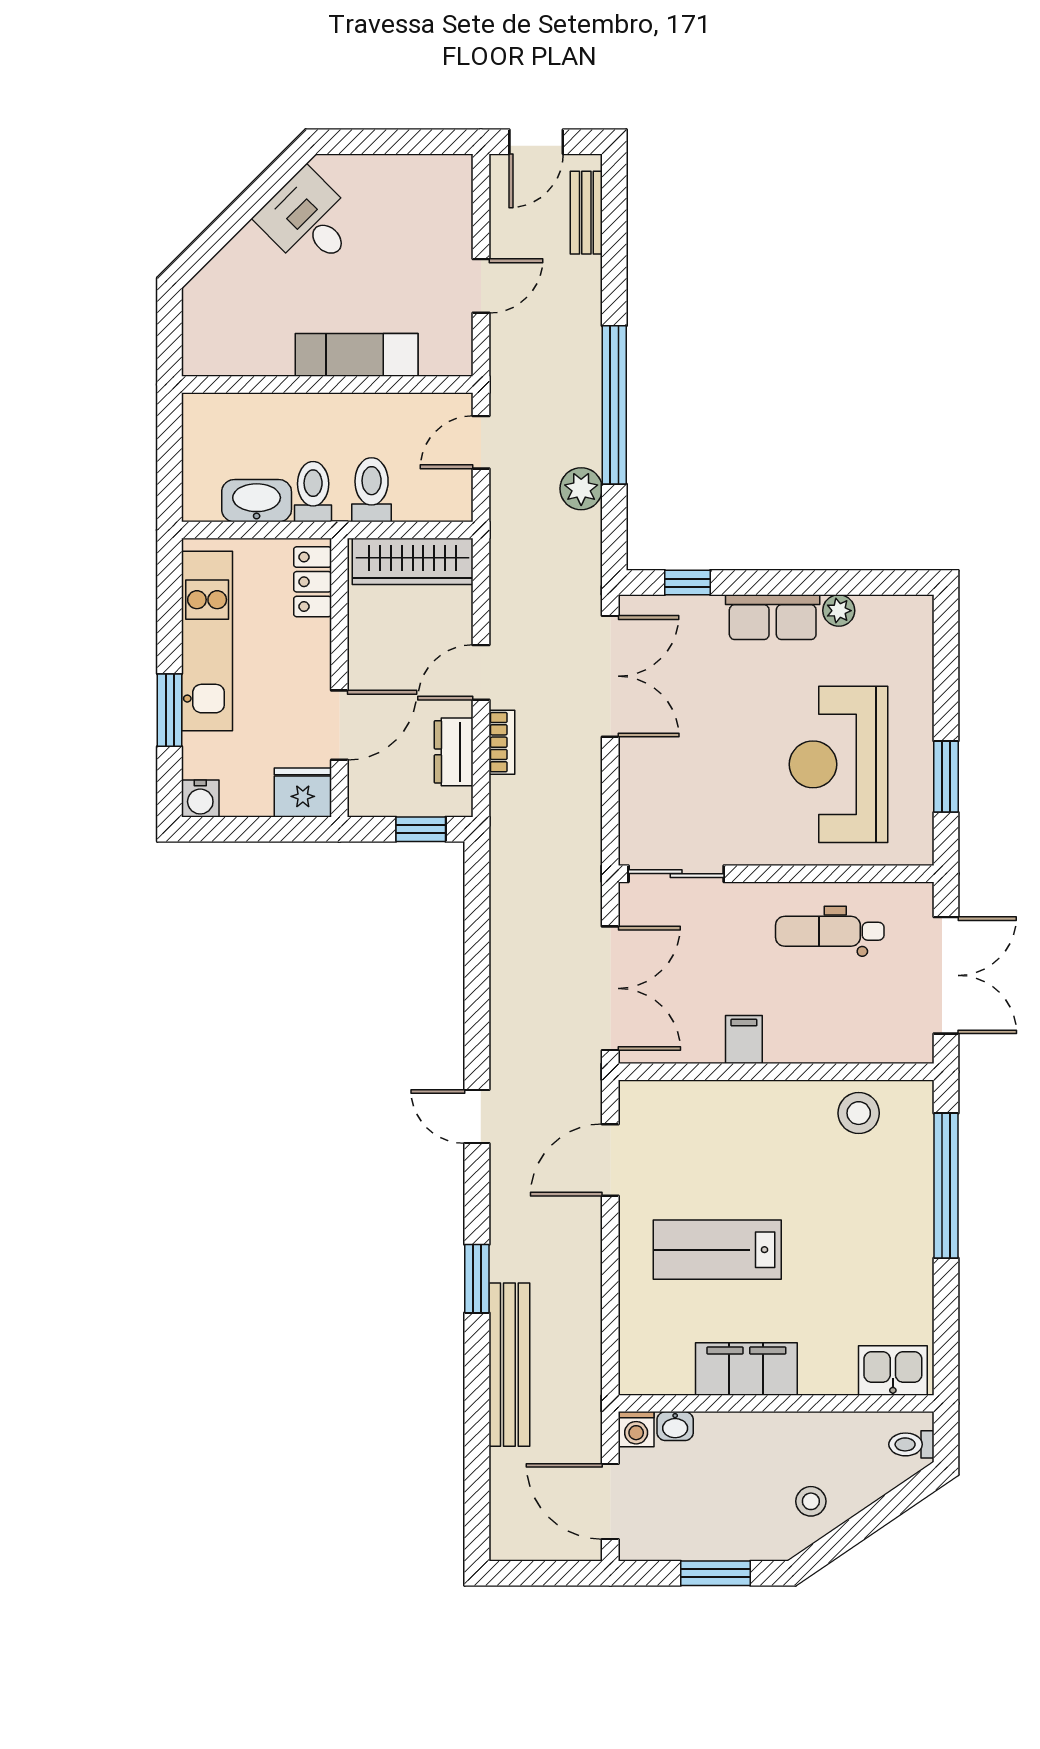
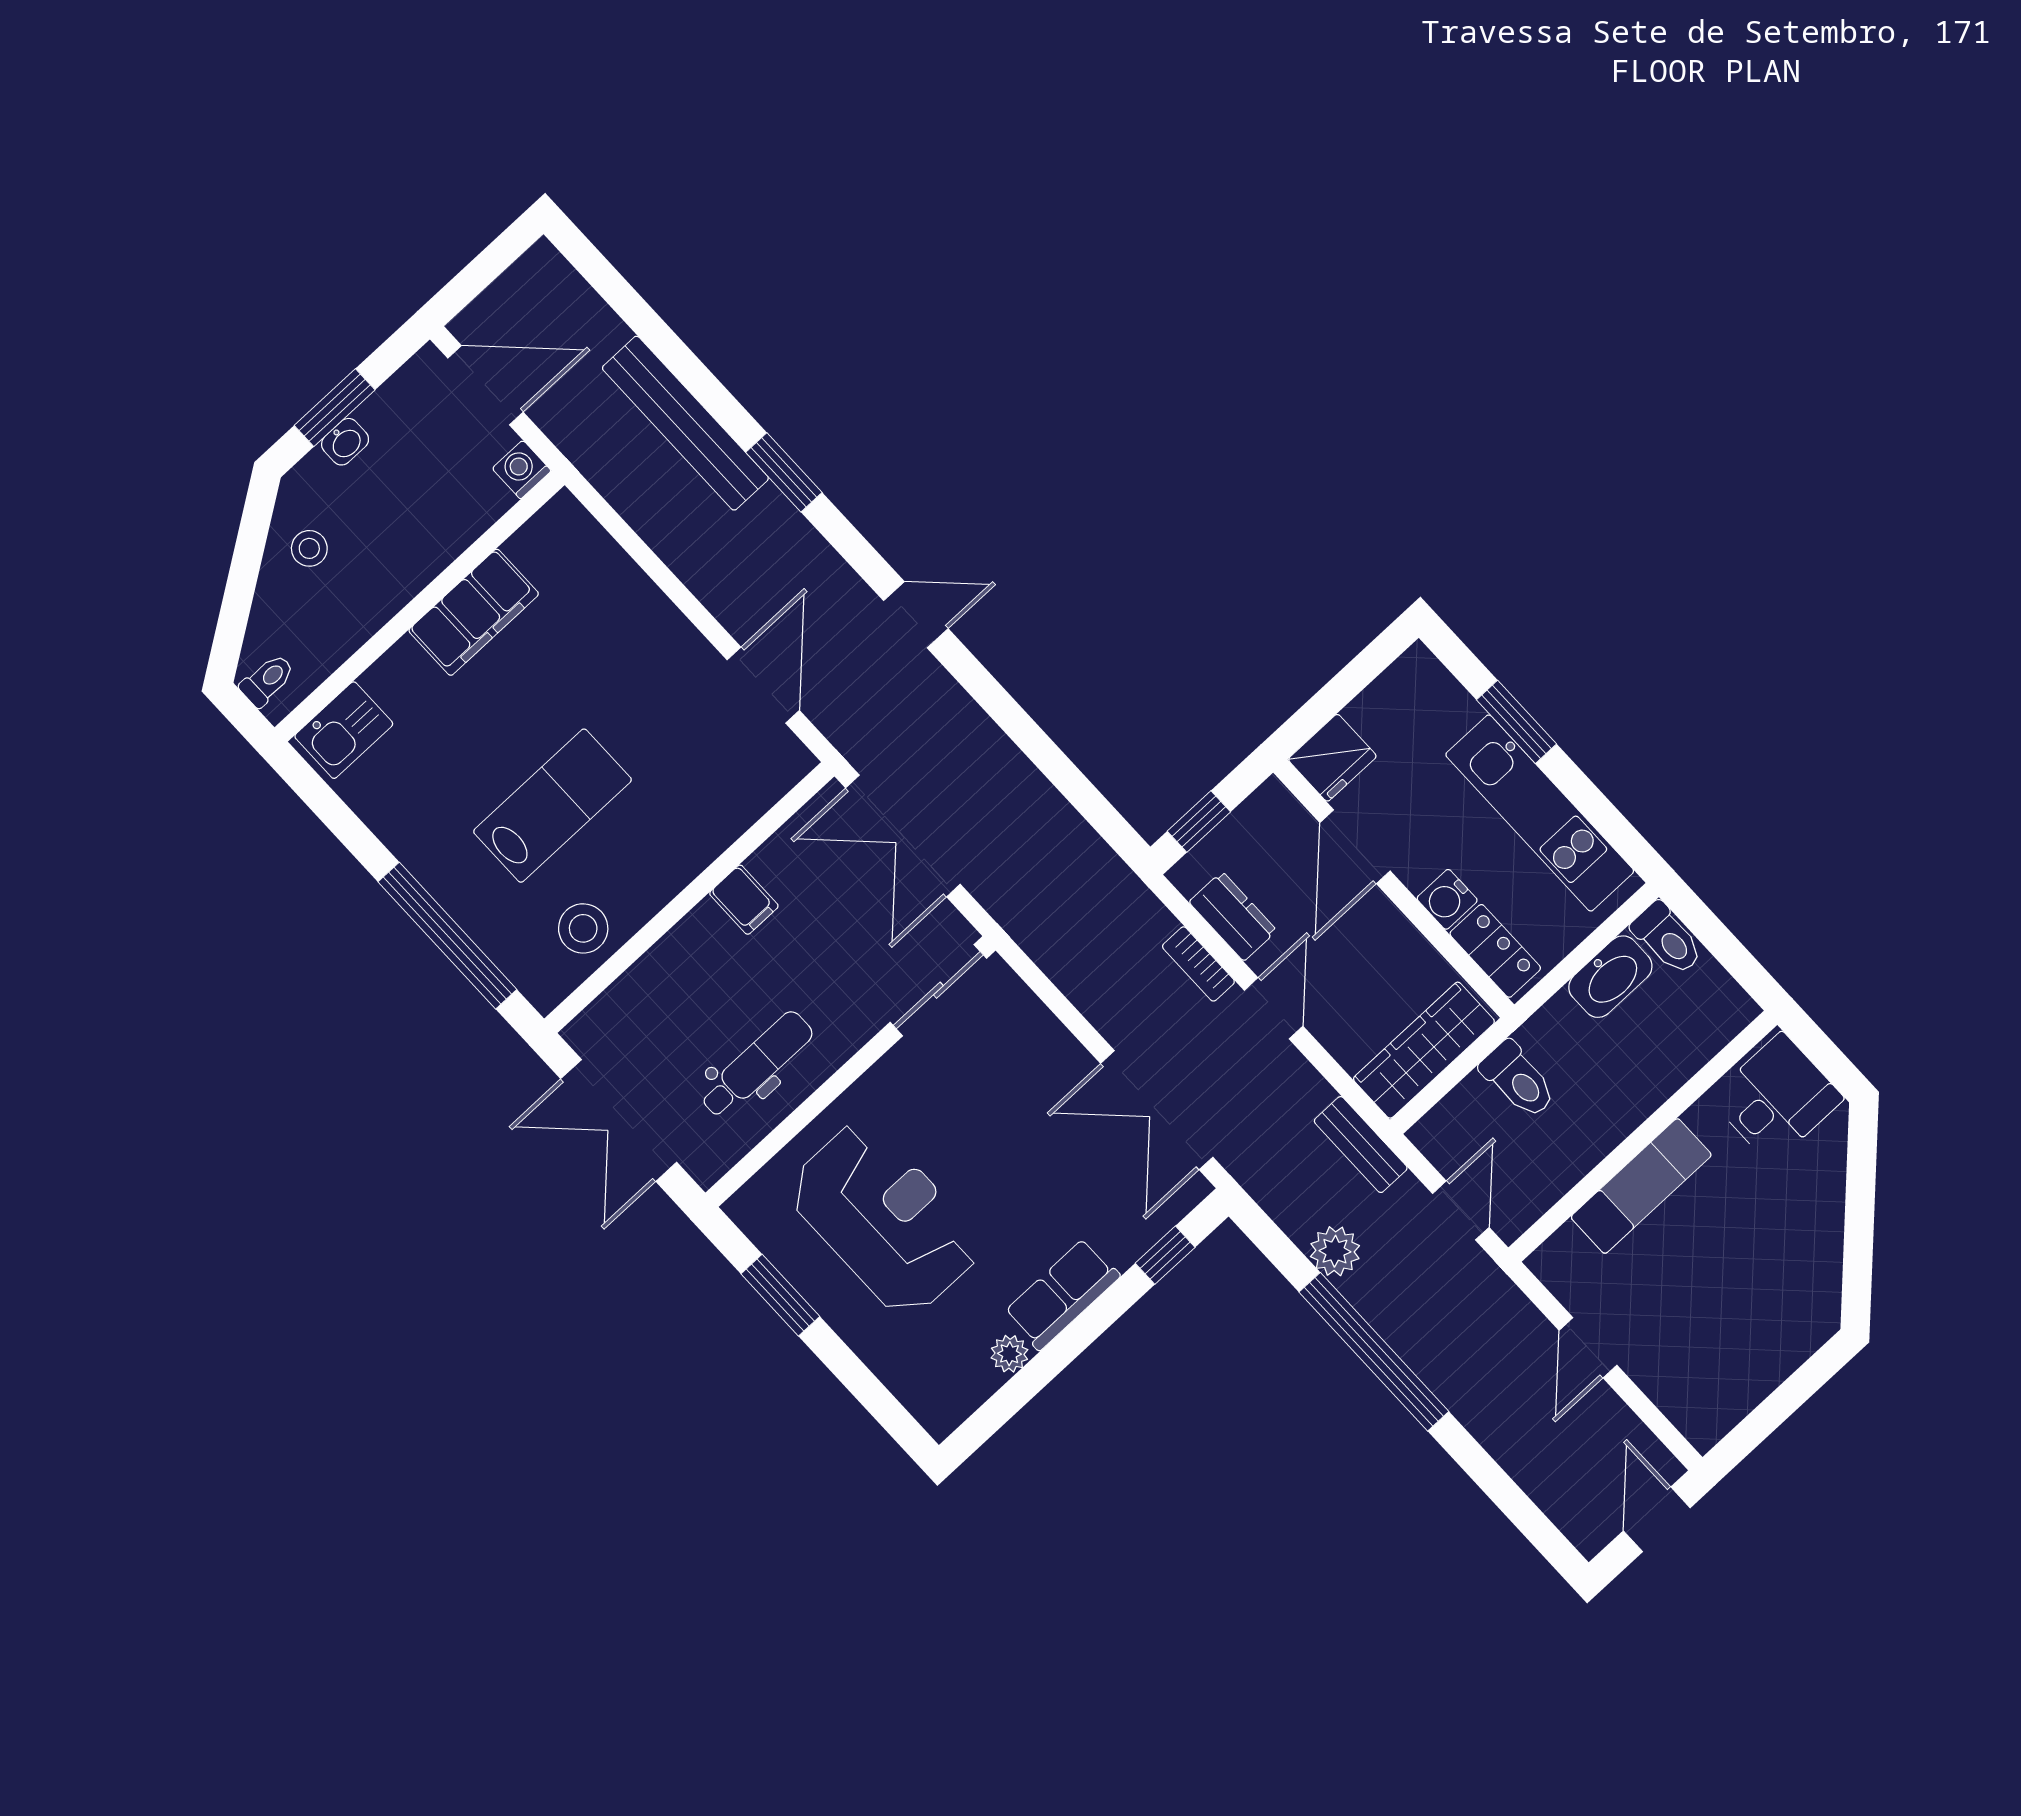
bench: (586, 213) -> (1361, 1145), moved
desk: (309, 221) -> (1777, 1098), moved, turned -45
toilet: (313, 492) -> (1667, 939), moved
water cooler: (200, 799) -> (1447, 899), moved, turned -90
lab bench: (717, 1250) -> (552, 806), moved
washbasin: (675, 1426) -> (345, 442), moved, turned 180

